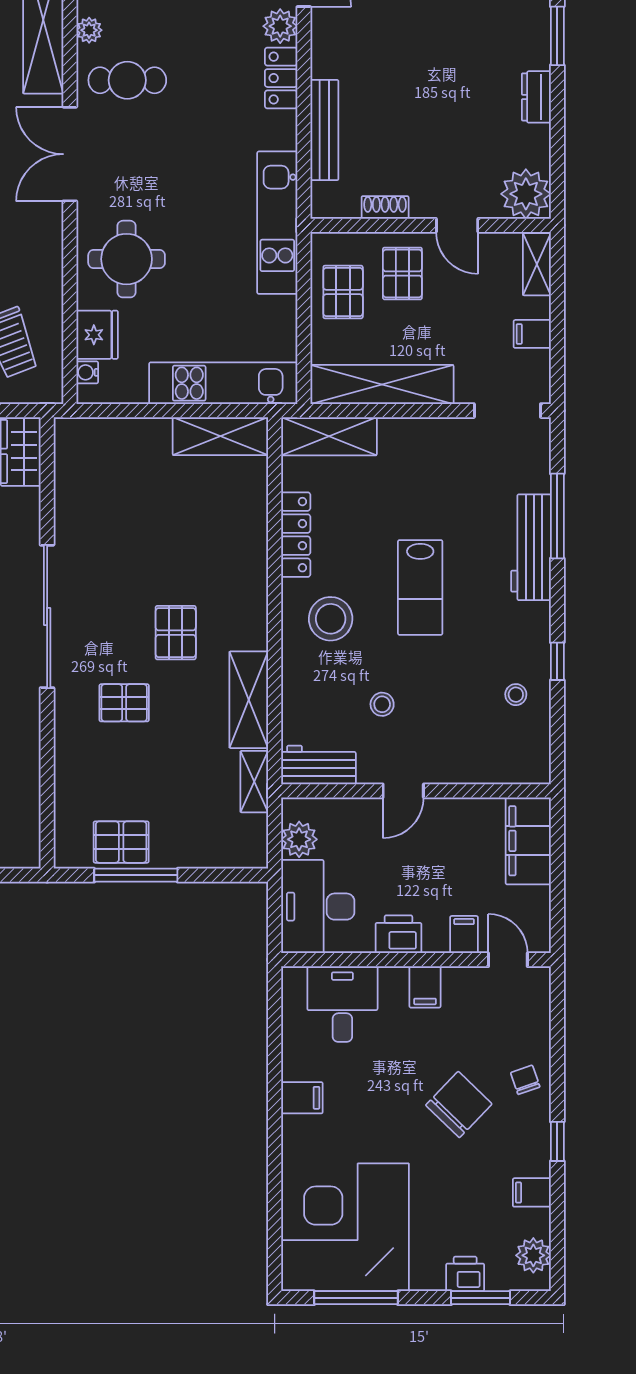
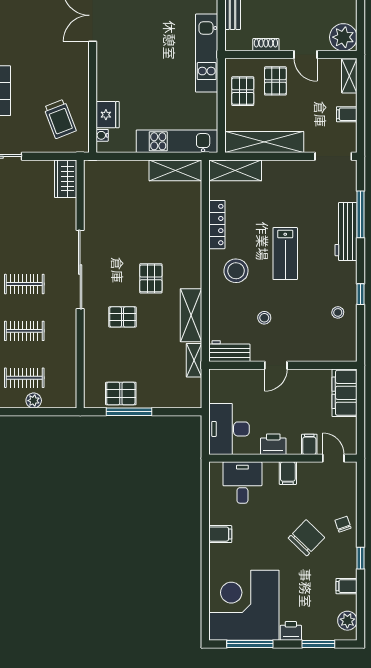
round table: (127, 259) -> (124, 73), removed
plant: (299, 839) -> (219, 392), removed
printer: (465, 1274) -> (291, 631), moved

